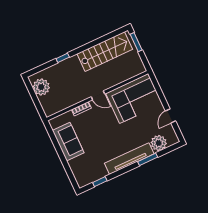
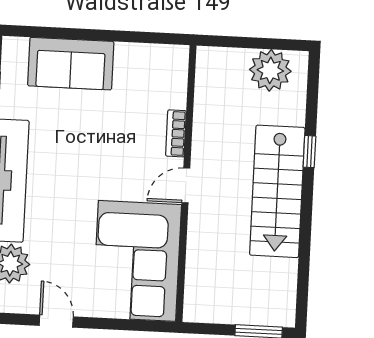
stairs: (105, 52) -> (277, 191), moved
sofa: (68, 142) -> (71, 64), moved

